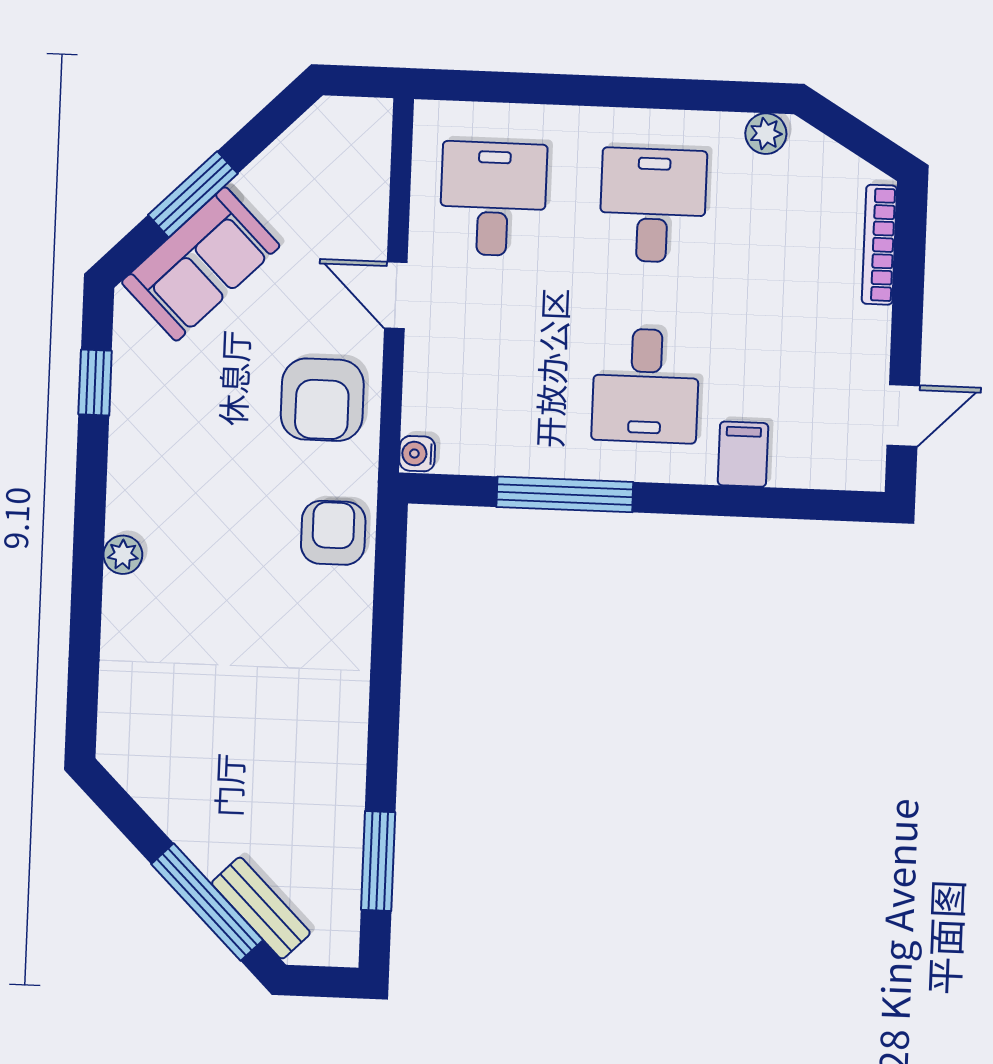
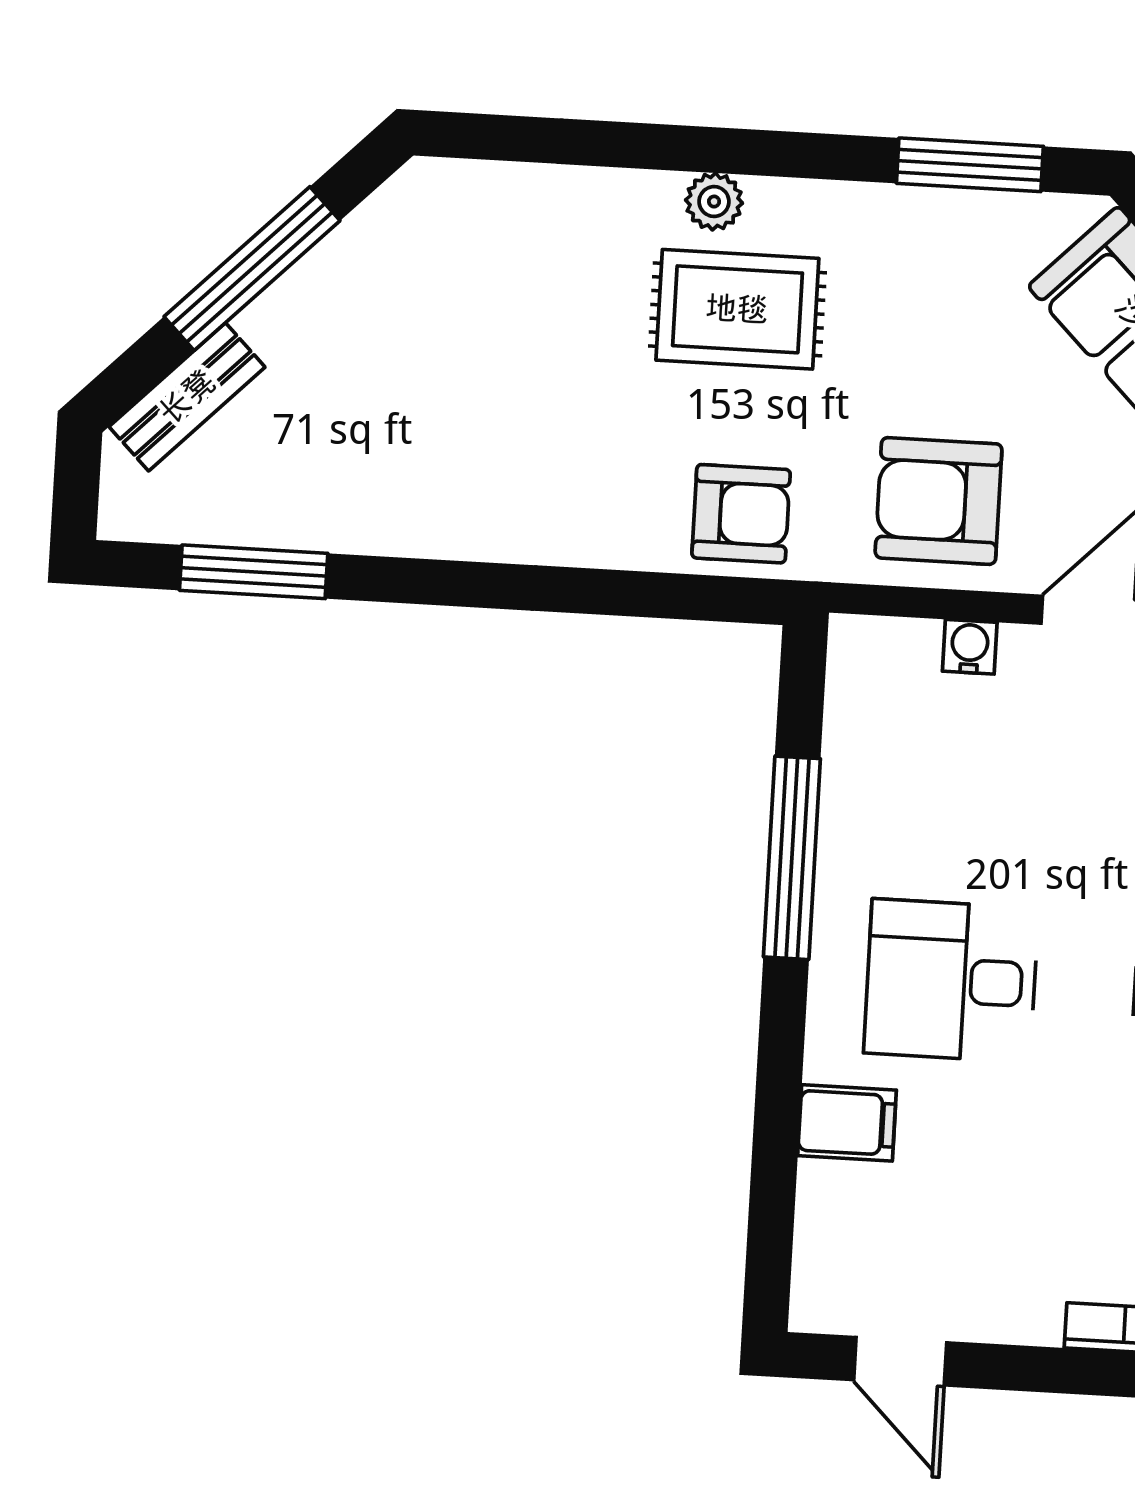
window: (95, 383) -> (970, 165), width x1.50
water cooler: (417, 454) -> (970, 647), moved
rug: (195, 538) -> (737, 309), added
window: (207, 902) -> (252, 269), moved

